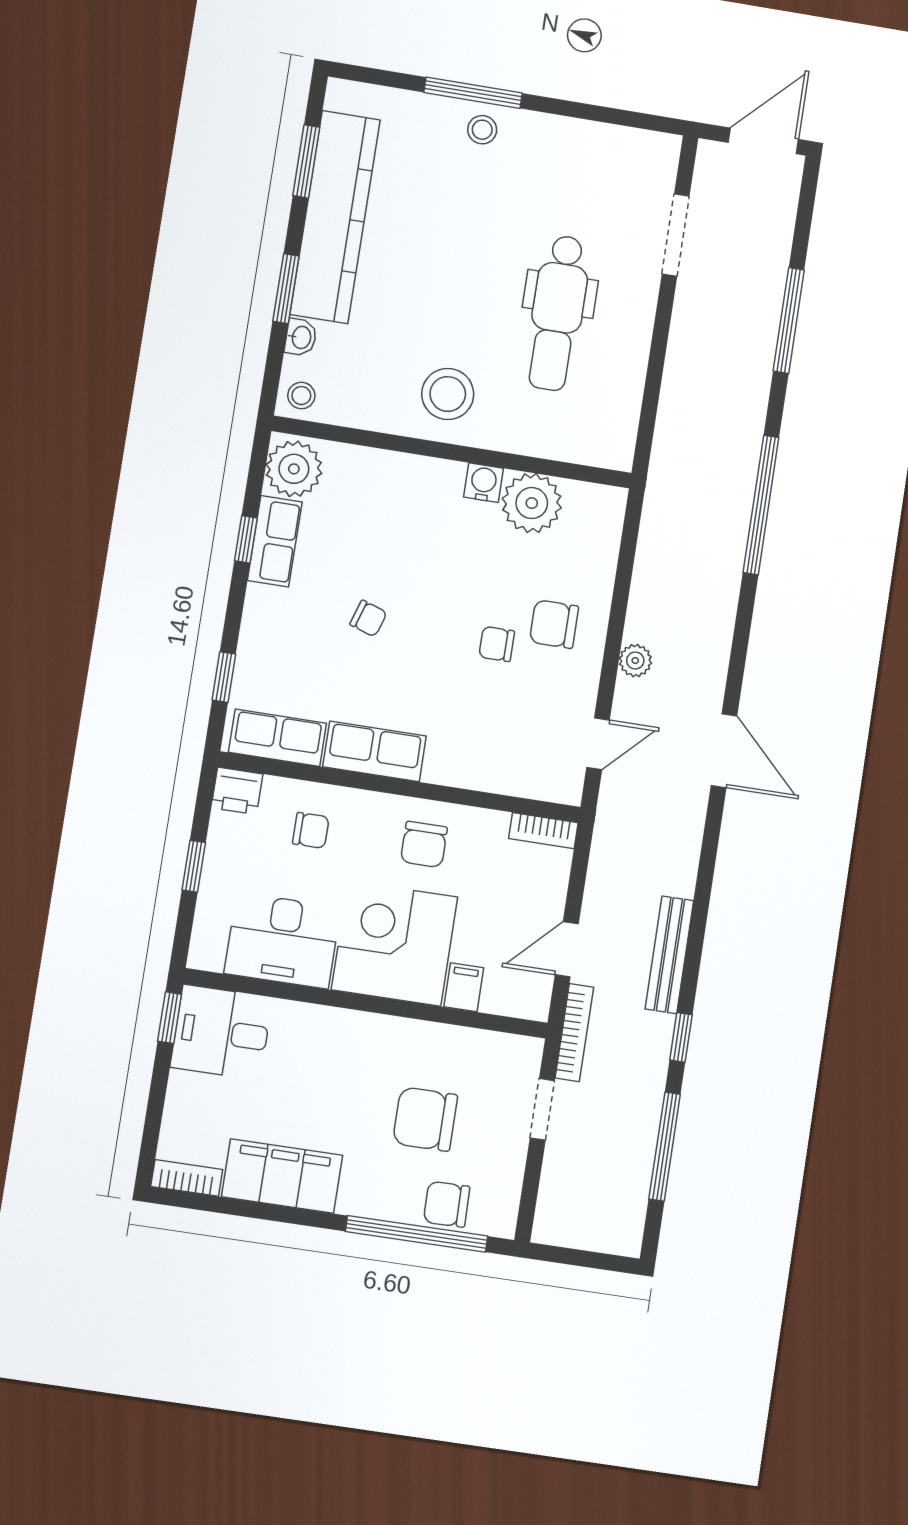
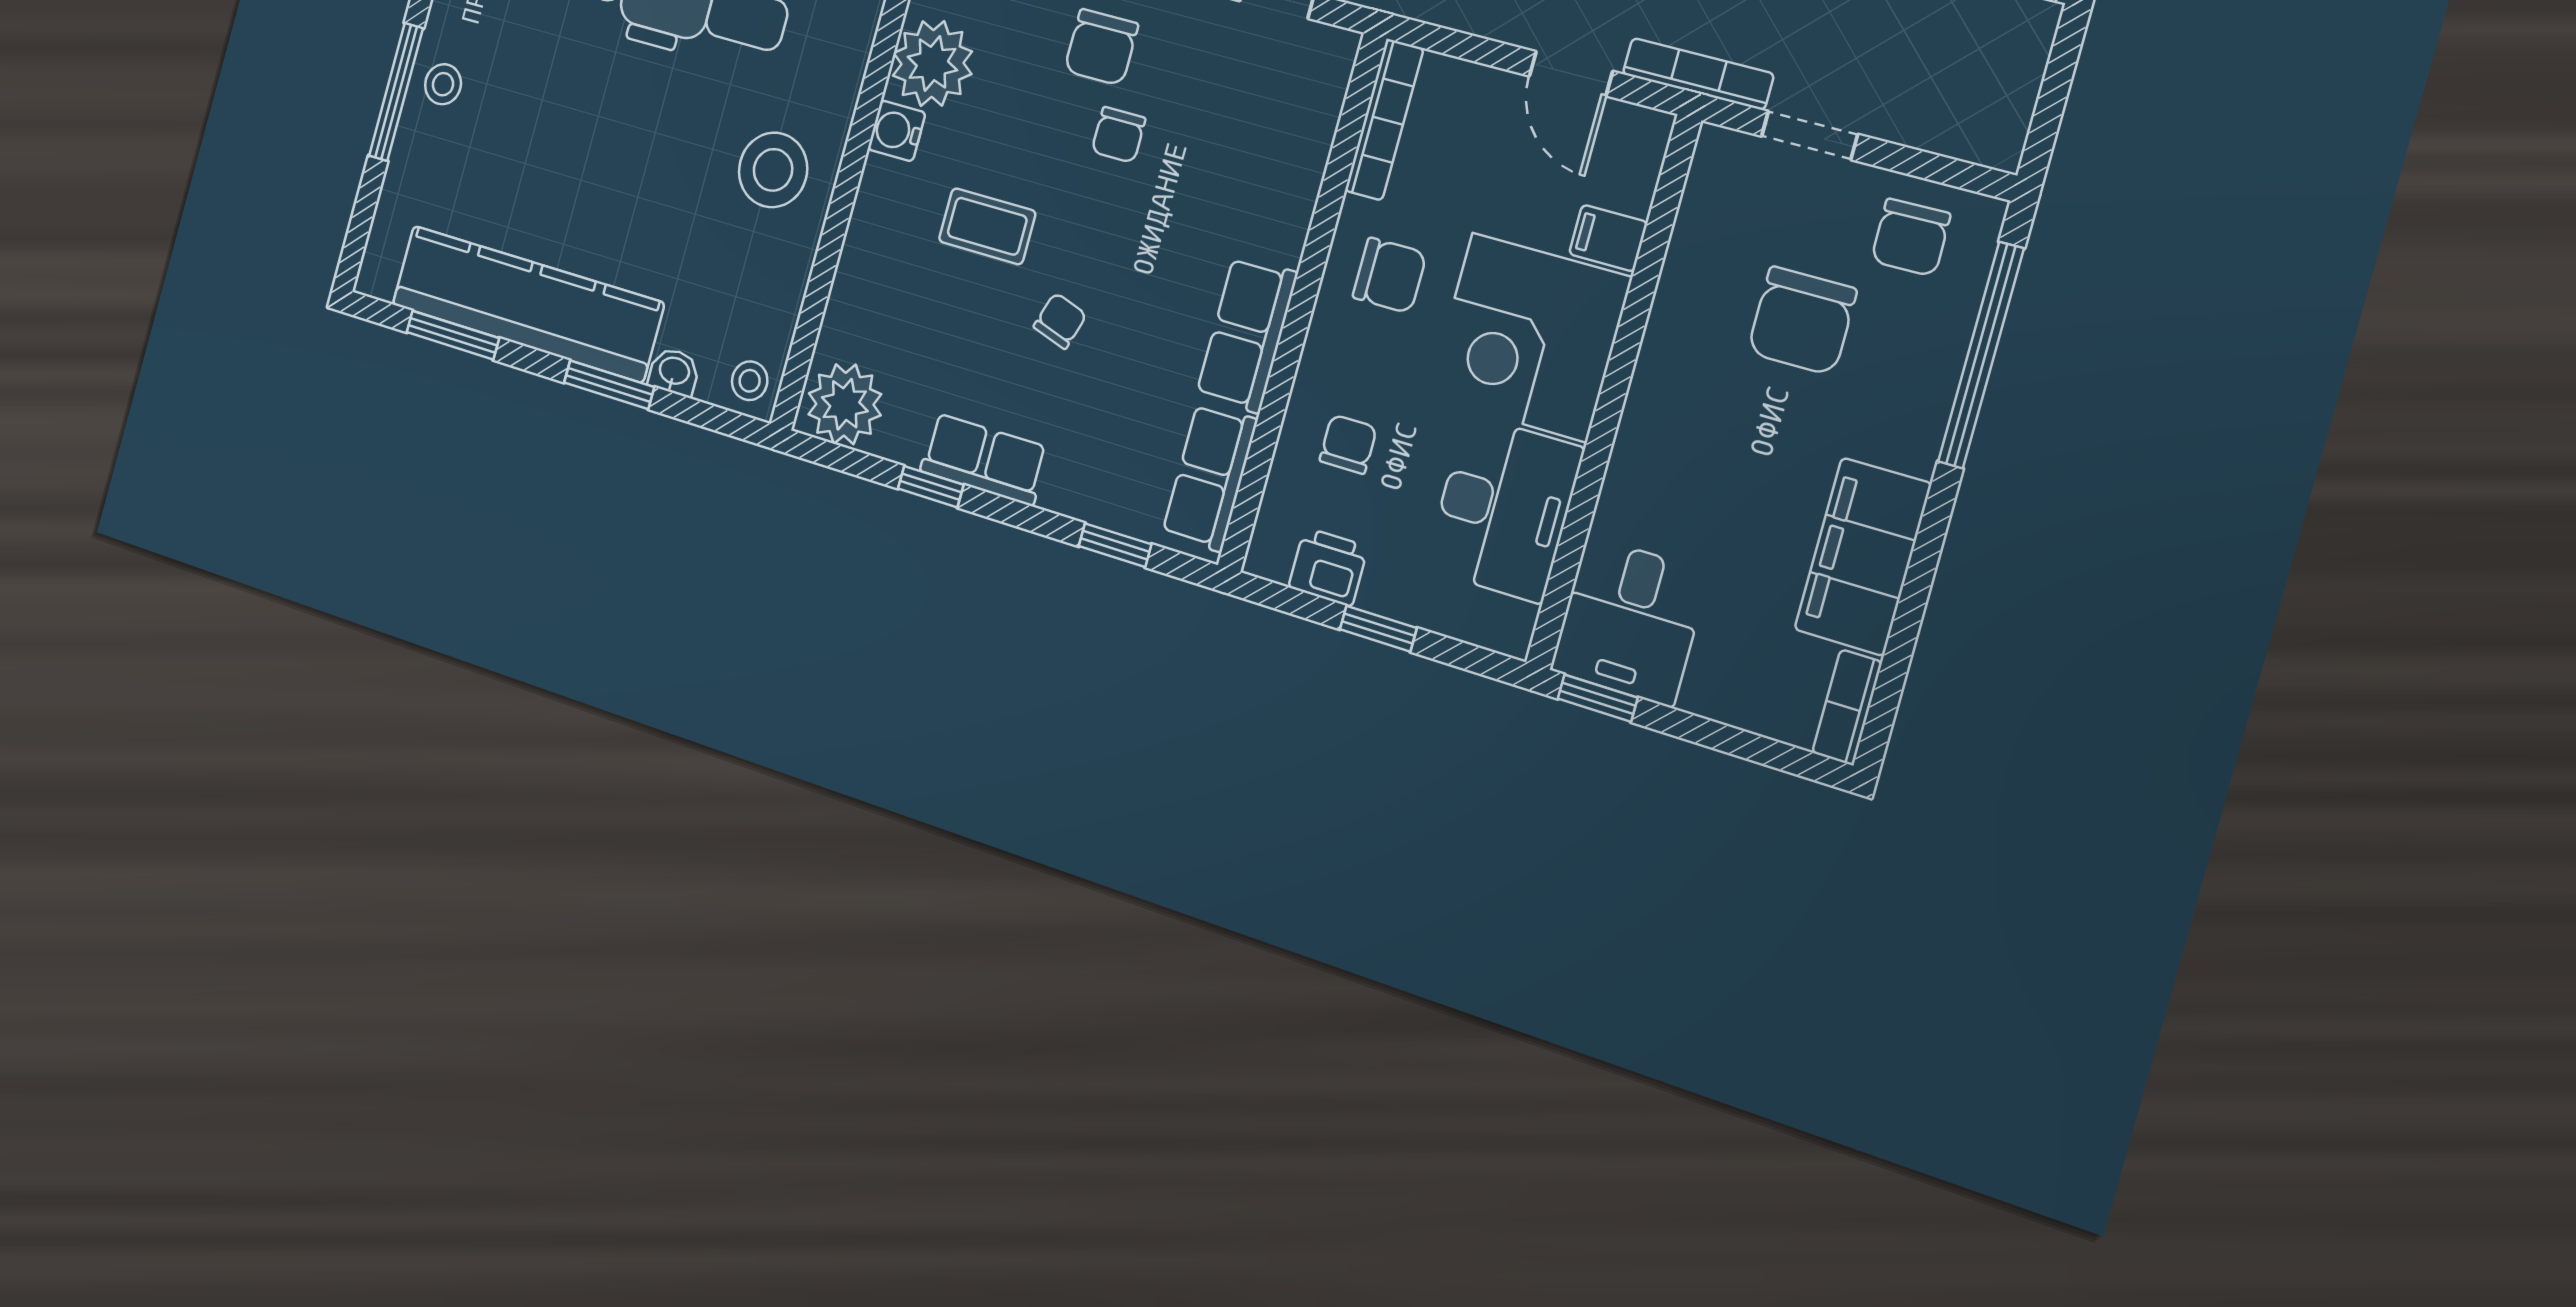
row of seats: (275, 541) -> (984, 459), moved
coffee table: (426, 558) -> (987, 226), added
printer: (237, 791) -> (1328, 567), moved, turned -90
bookcase: (543, 831) -> (1384, 120), width x1.56
chair: (447, 1204) -> (1911, 237), moved

